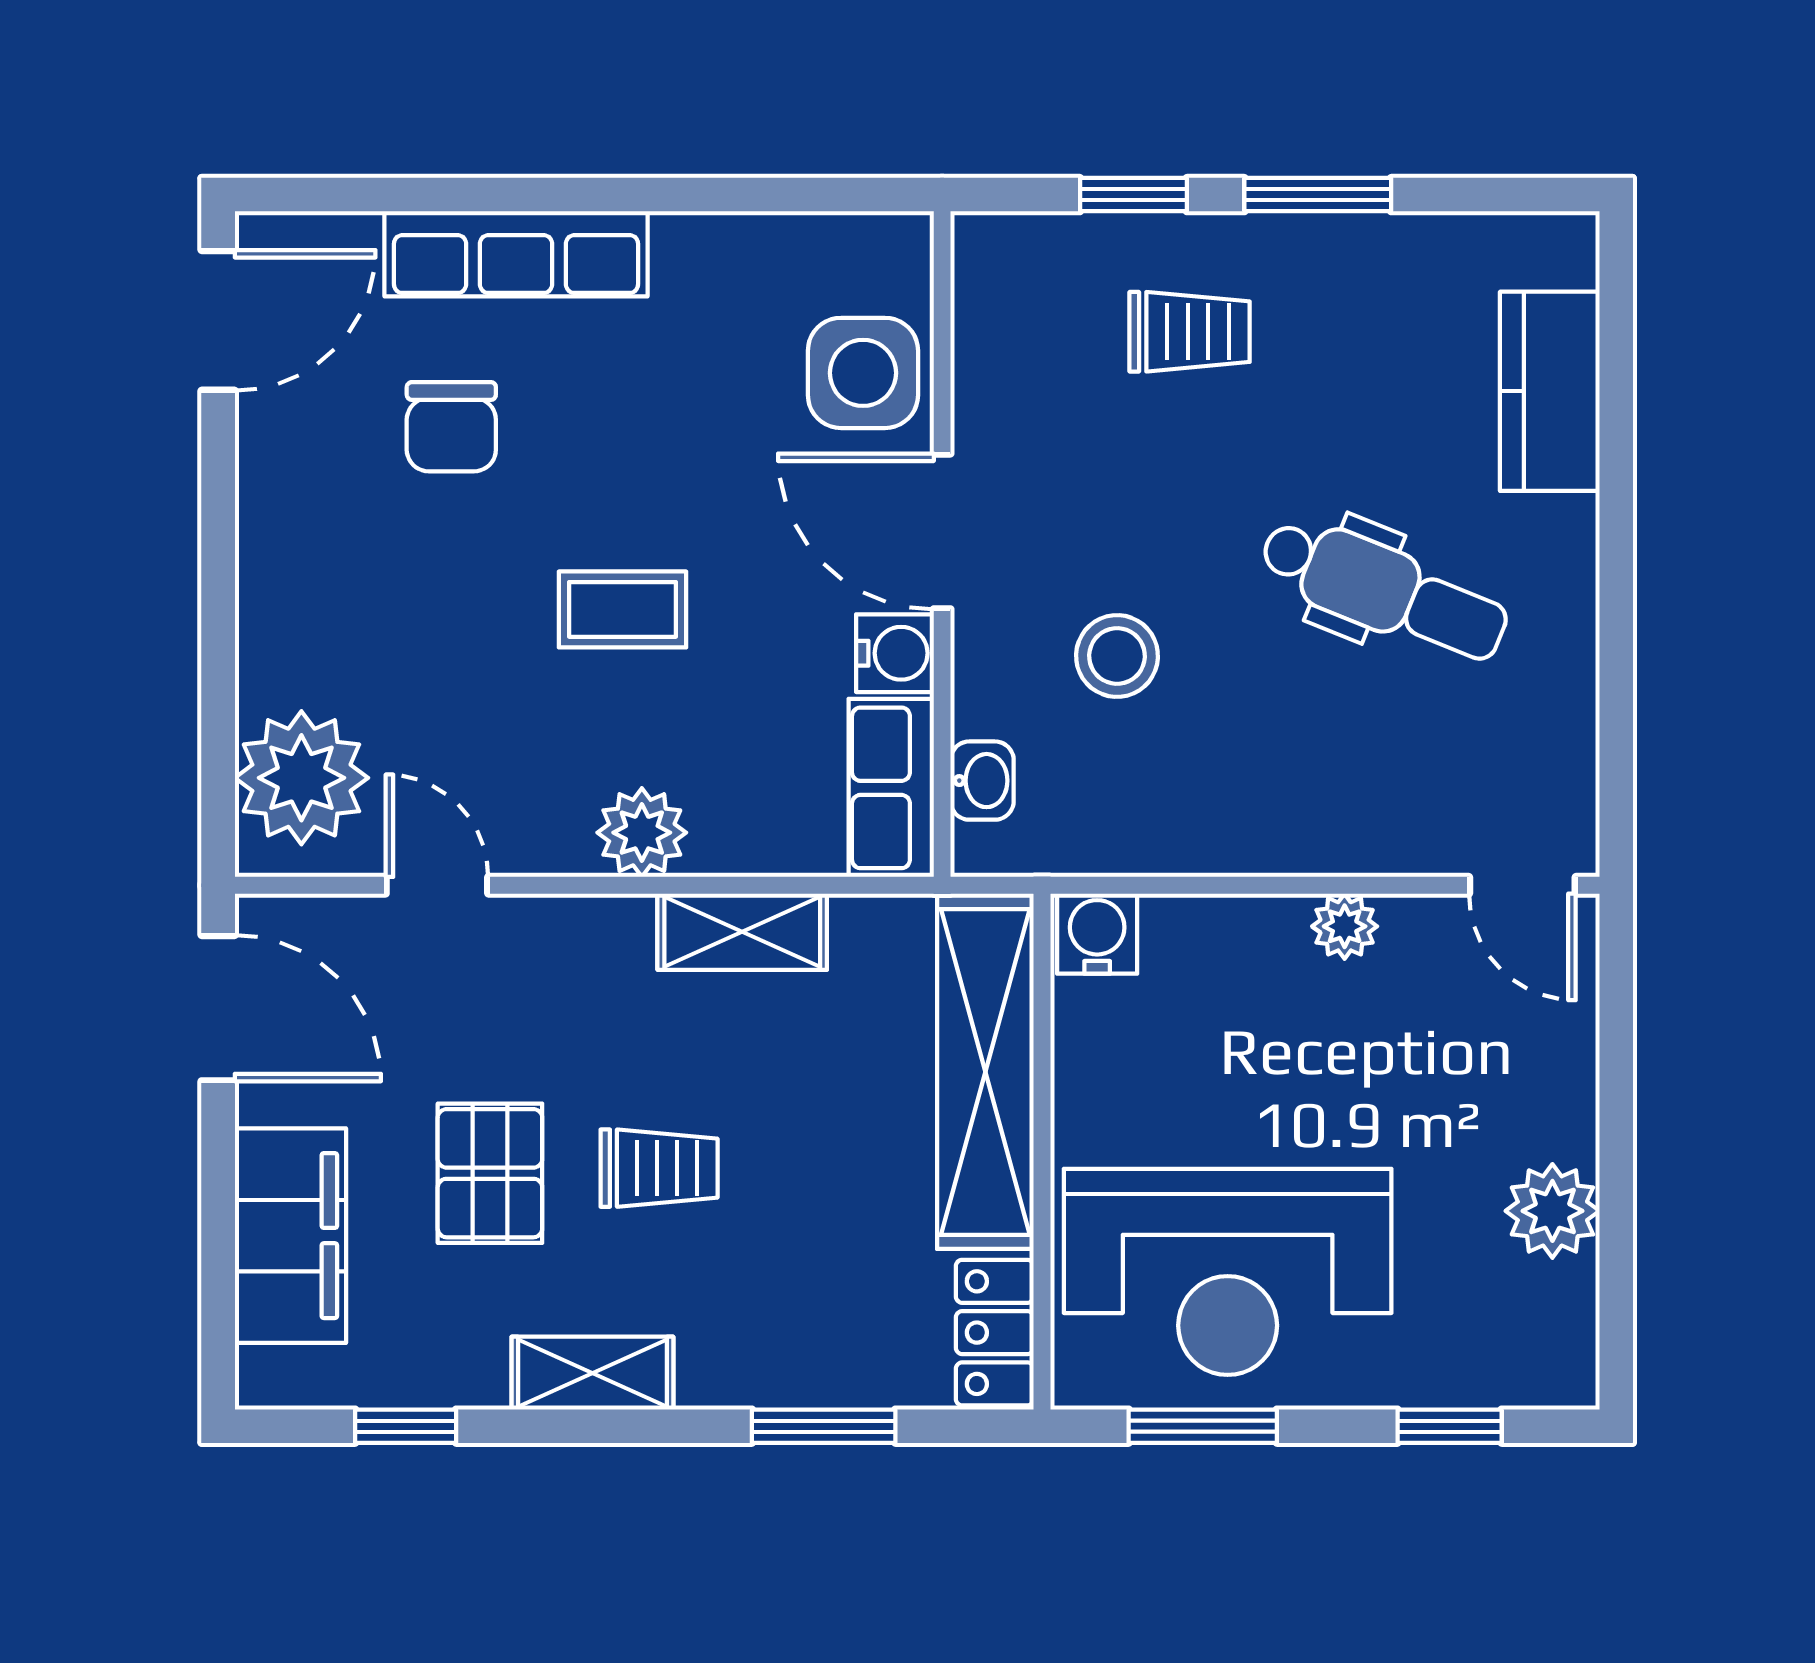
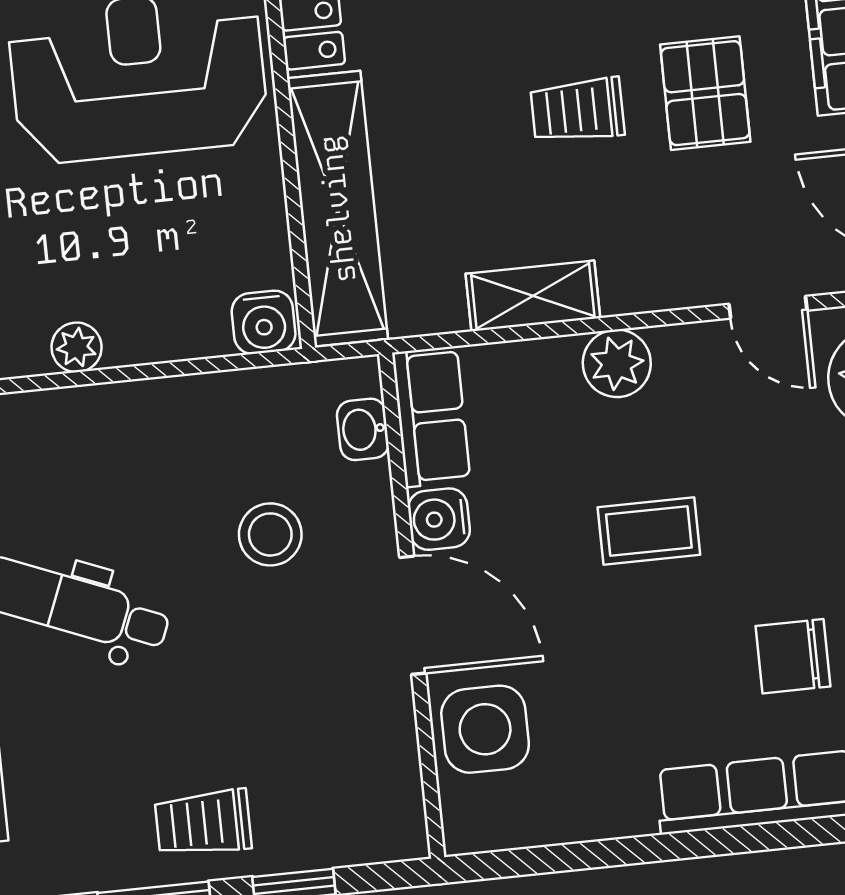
trolley: (1190, 332) -> (203, 823), moved
chair: (451, 427) -> (793, 656), turned -90

